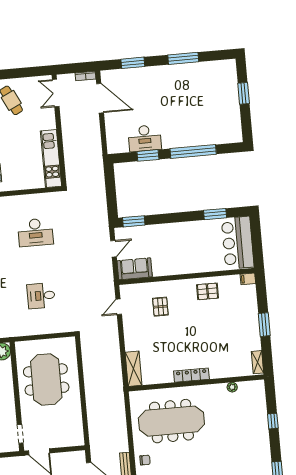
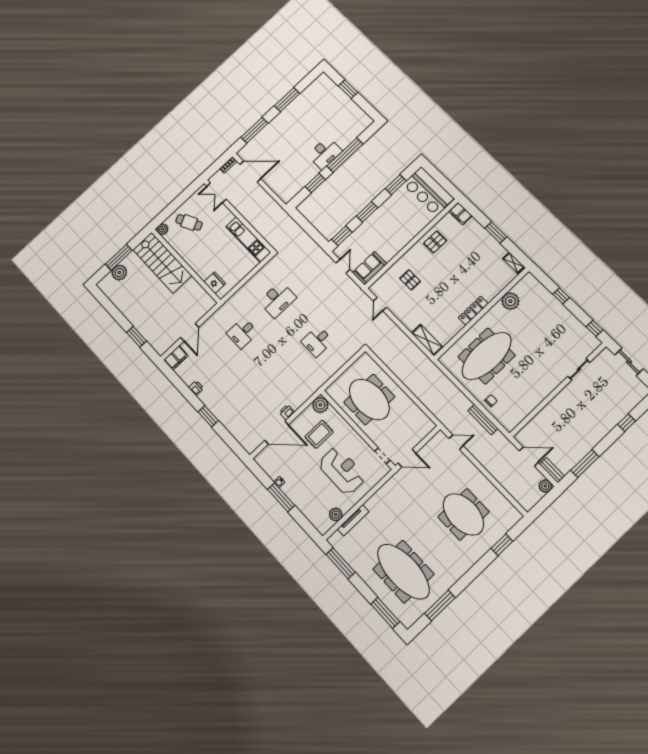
window: (133, 63) -> (254, 130), width x1.44
desk: (145, 138) -> (325, 153), moved
window: (172, 218) -> (367, 212), added
filing cabinet: (248, 279) -> (460, 214), width x2.00
plant: (232, 387) -> (510, 301), width x1.87, depth x1.87

